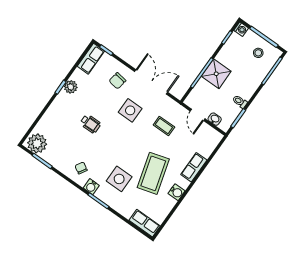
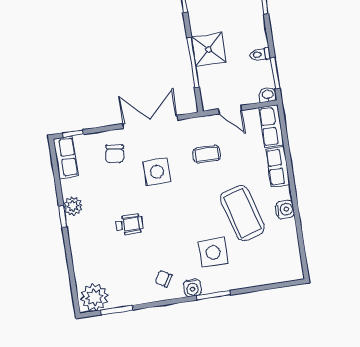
washbasin: (215, 119) -> (268, 95), moved
row of seats: (145, 223) -> (271, 126), moved, turned -90

